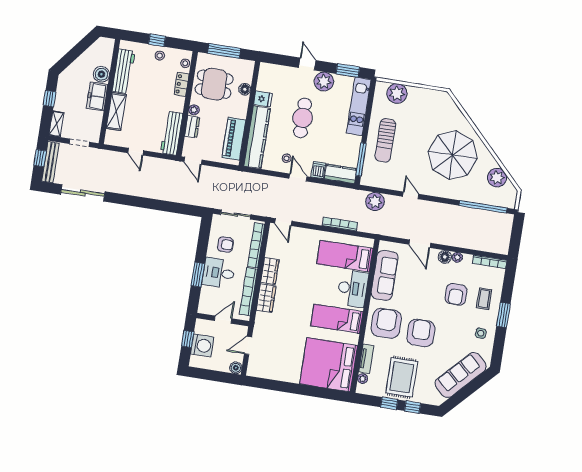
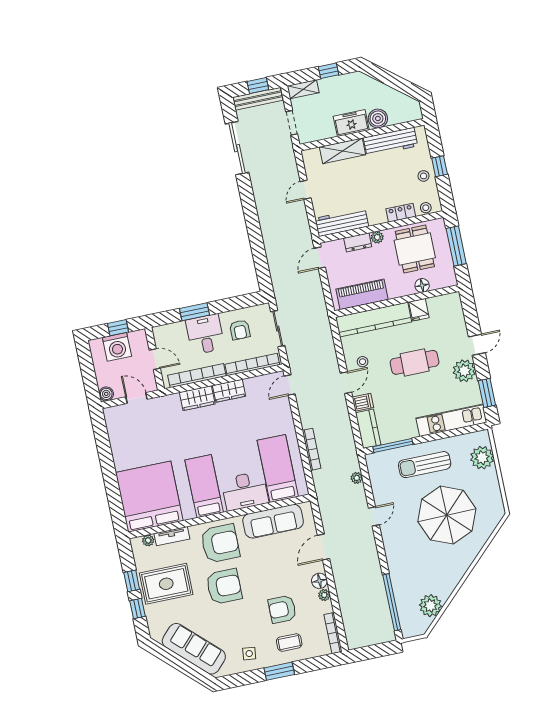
parasol: (453, 155) -> (447, 515), moved
plant: (375, 202) -> (357, 478), width x0.53, depth x0.53

